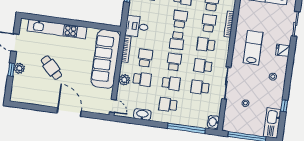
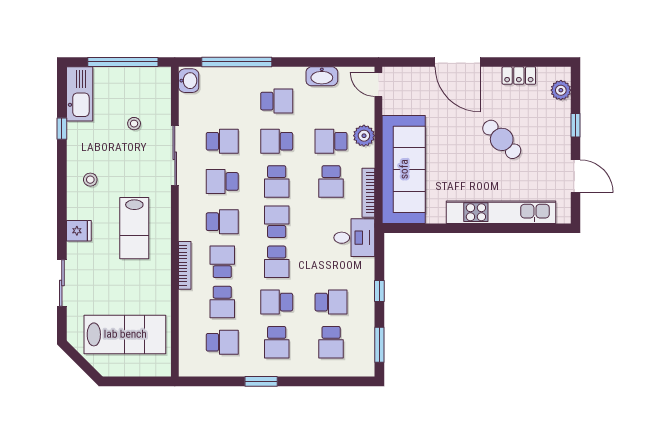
school desk: (209, 23) -> (222, 262), turned 180
school desk: (203, 66) -> (222, 181), turned 180
plant: (19, 68) -> (561, 90), moved
locker: (38, 100) -> (519, 76), added

